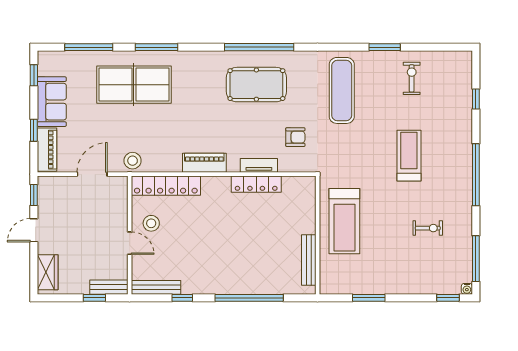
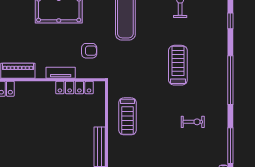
locker: (256, 184) -> (74, 88), moved
treadmill: (344, 221) -> (128, 116), width x0.73, depth x0.73

